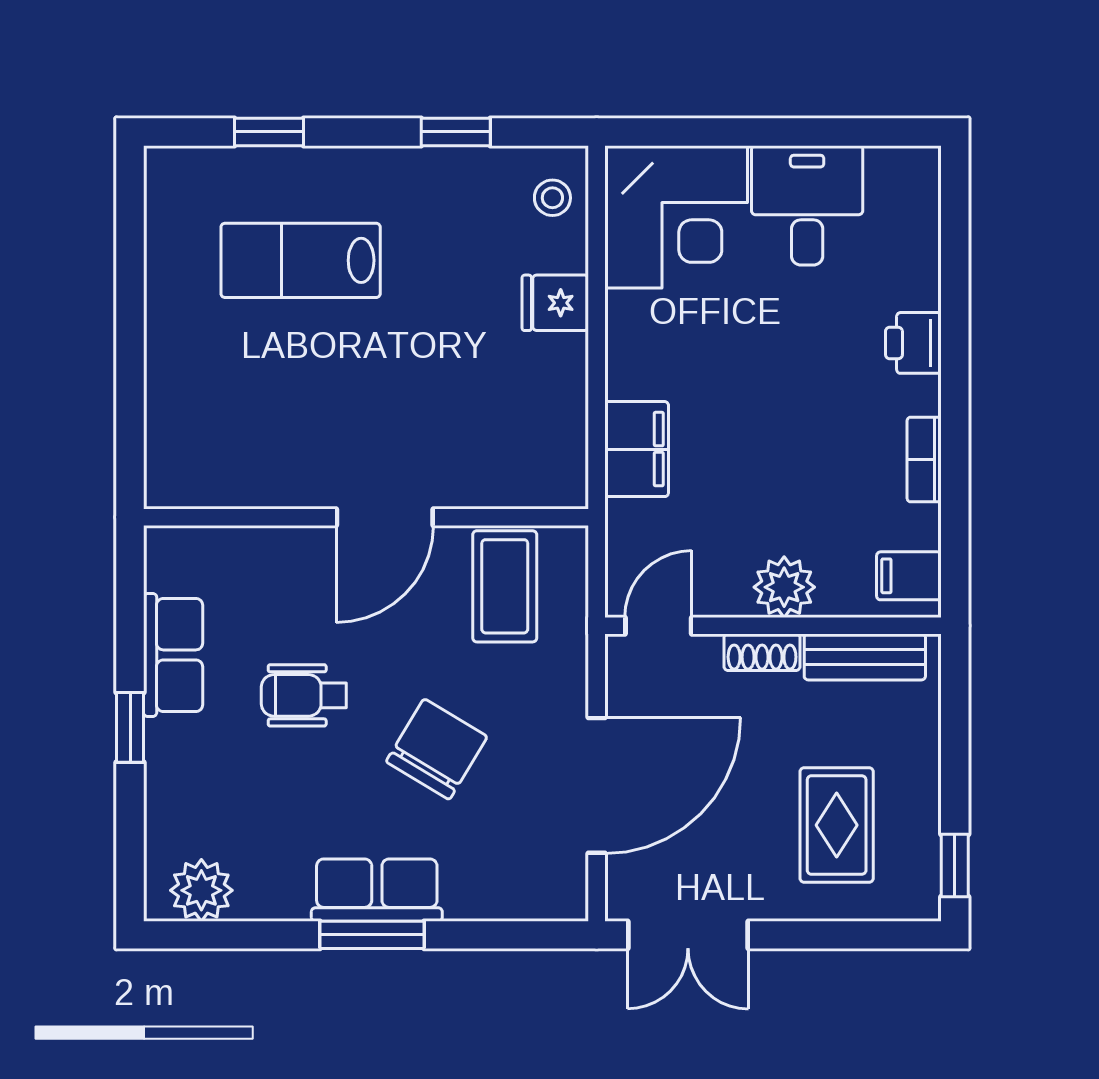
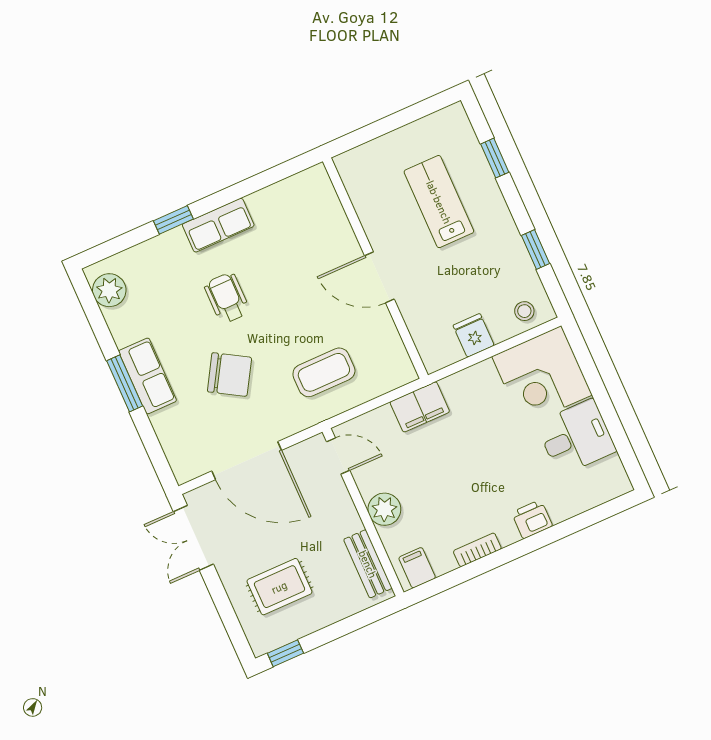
wall: (366, 517) -> (375, 268), moved
door: (385, 517) -> (379, 277), moved
shoe rack: (762, 652) -> (348, 513), removed

